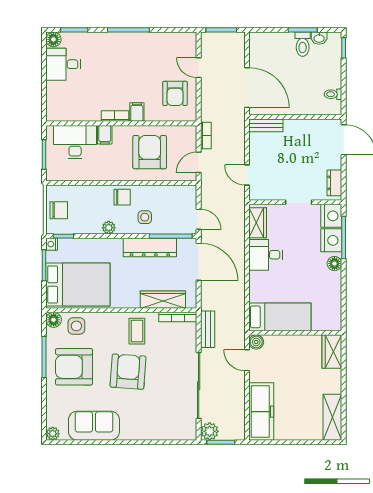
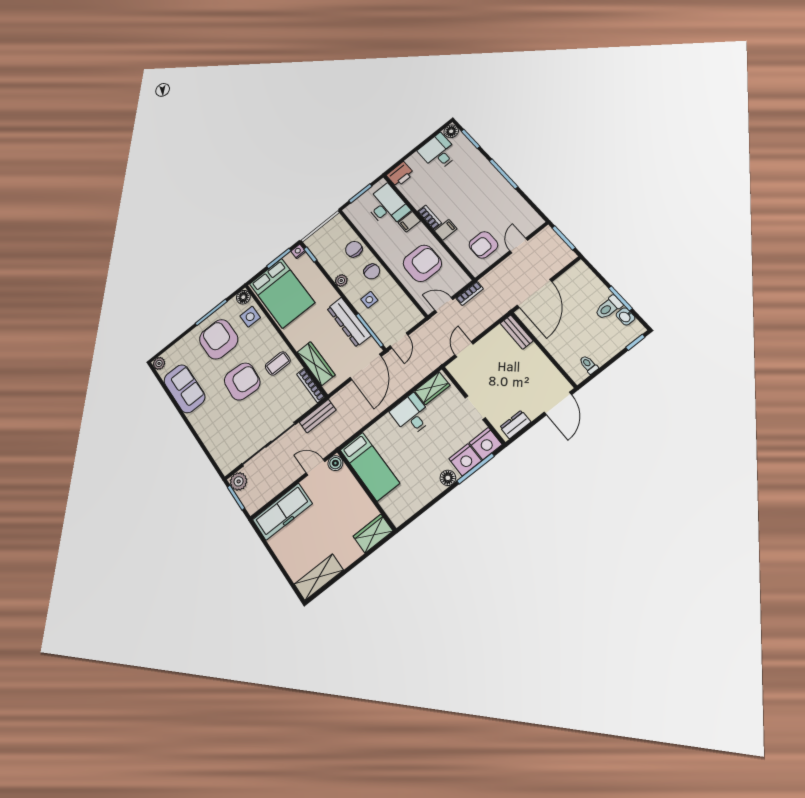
printer: (56, 110) -> (400, 174), added
chair: (59, 210) -> (354, 249), moved, turned 180
door: (247, 360) -> (315, 467), hinge flipped

